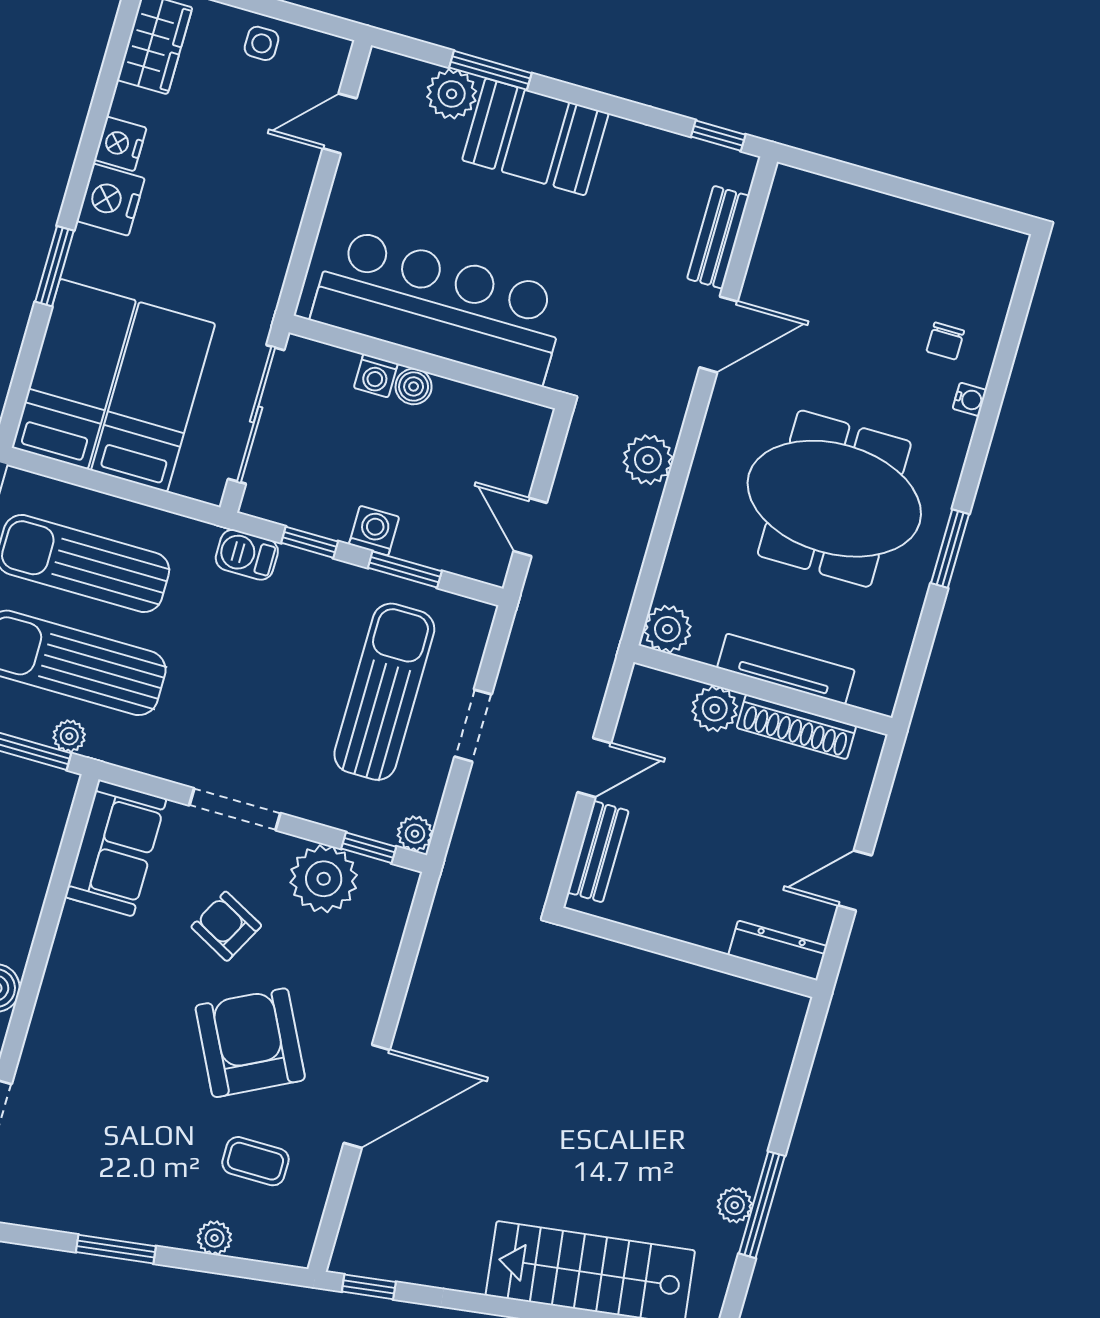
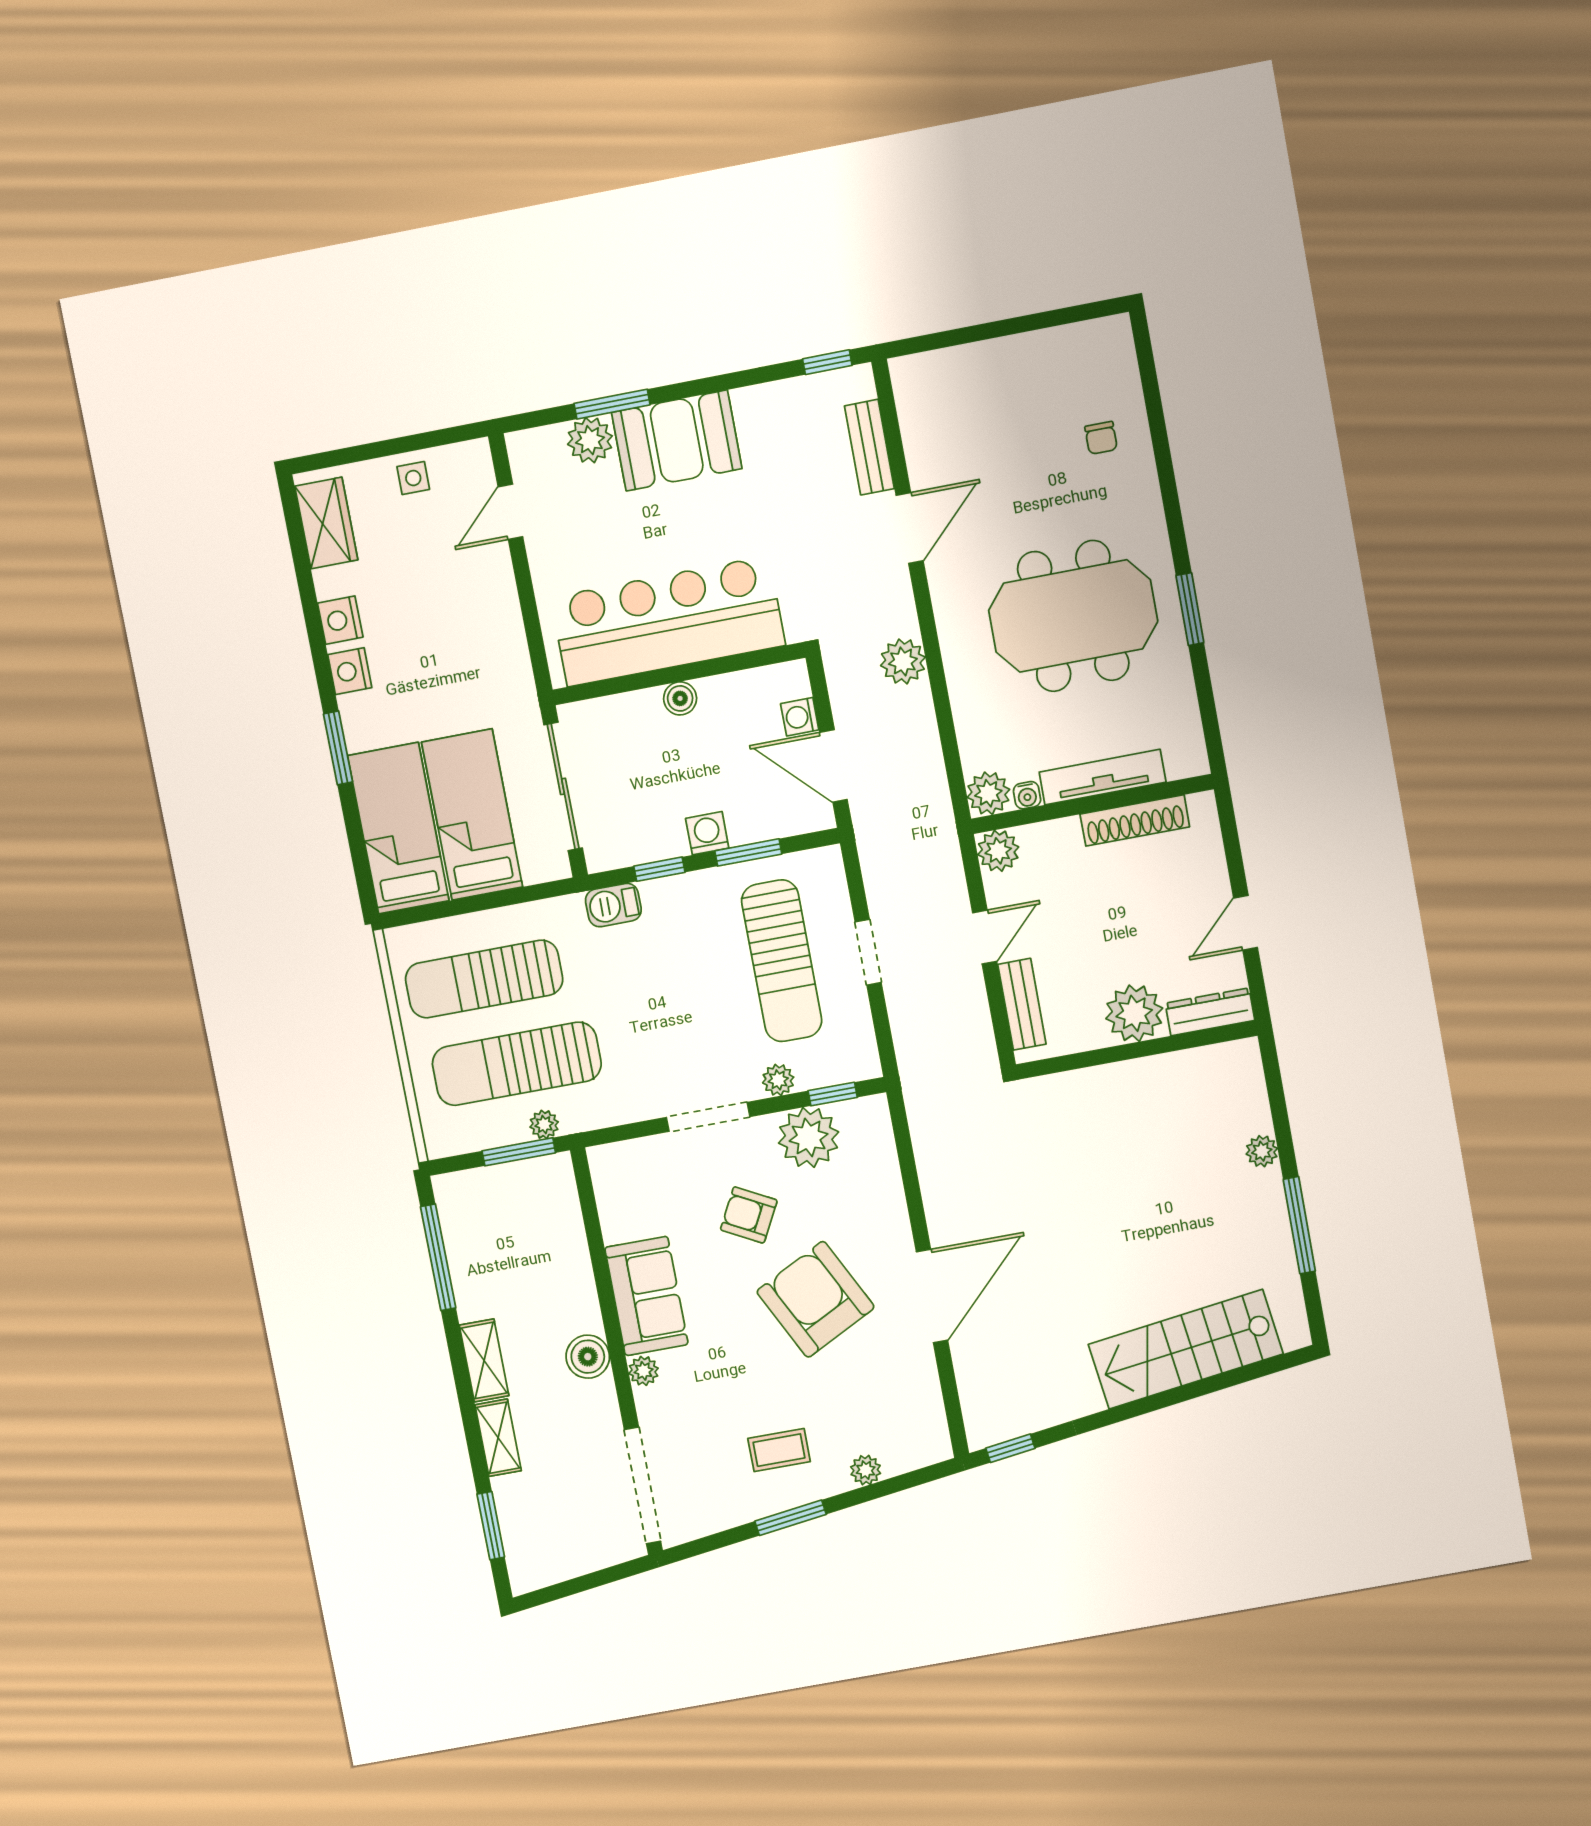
nightstand: (111, 200) -> (350, 671), width x0.74, depth x0.75
washing machine: (376, 376) -> (800, 717), moved, turned 90
water cooler: (970, 399) -> (1027, 795), moved, turned 90
door: (530, 527) -> (834, 766), width x1.38
sun lounger: (384, 692) -> (782, 961), turned 180
plant: (715, 709) -> (998, 851), moved
plant: (415, 834) -> (778, 1080), moved
sofa: (116, 848) -> (646, 1296), moved
plant: (703, 915) -> (1134, 1013), added
plant: (44, 1030) -> (644, 1371), added
coffee table: (255, 1161) -> (779, 1450), moved
plant: (735, 1205) -> (1262, 1151), moved

